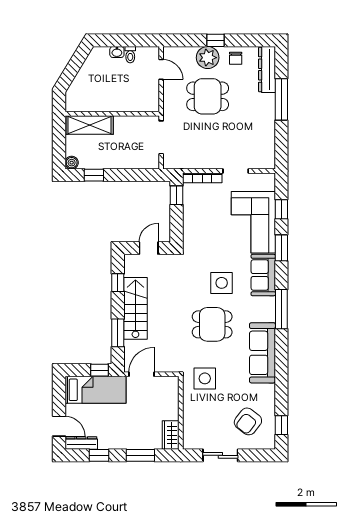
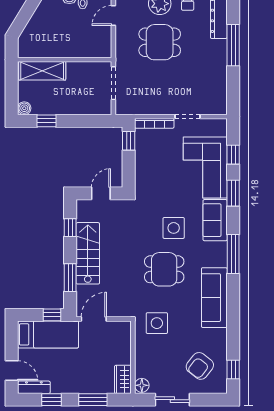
door: (161, 69) -> (113, 15), swing flipped
floor lamp: (190, 441) -> (142, 385), added

